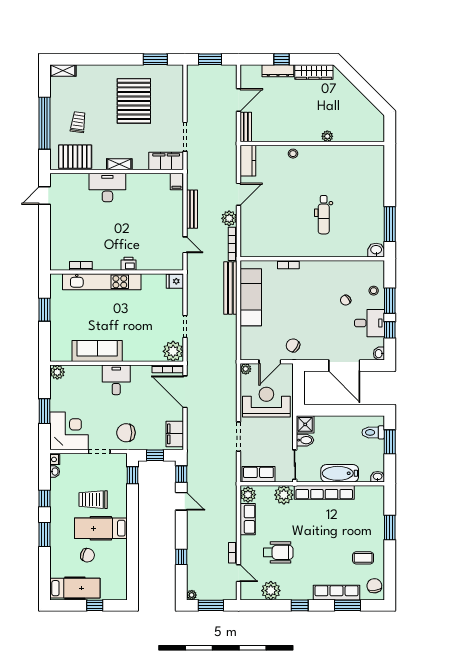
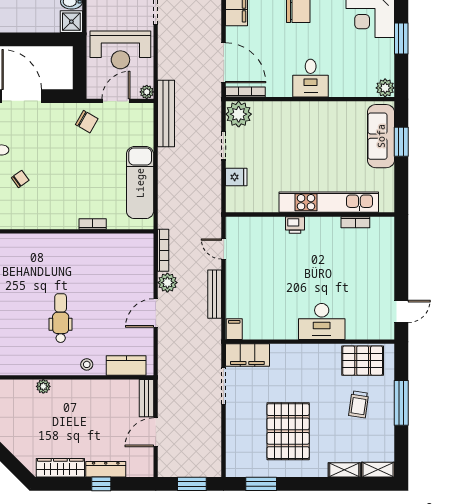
window: (45, 123) -> (401, 403), width x0.68
kitchen counter: (248, 161) -> (126, 365), moved, turned 90
shelving: (119, 164) -> (344, 470), moved
dental chair: (324, 215) -> (61, 318), moved
fridge: (175, 281) -> (236, 177), moved
bench: (230, 288) -> (166, 113), moved
window: (45, 310) -> (401, 142), moved
sofa: (97, 351) -> (381, 136), moved, turned 90

